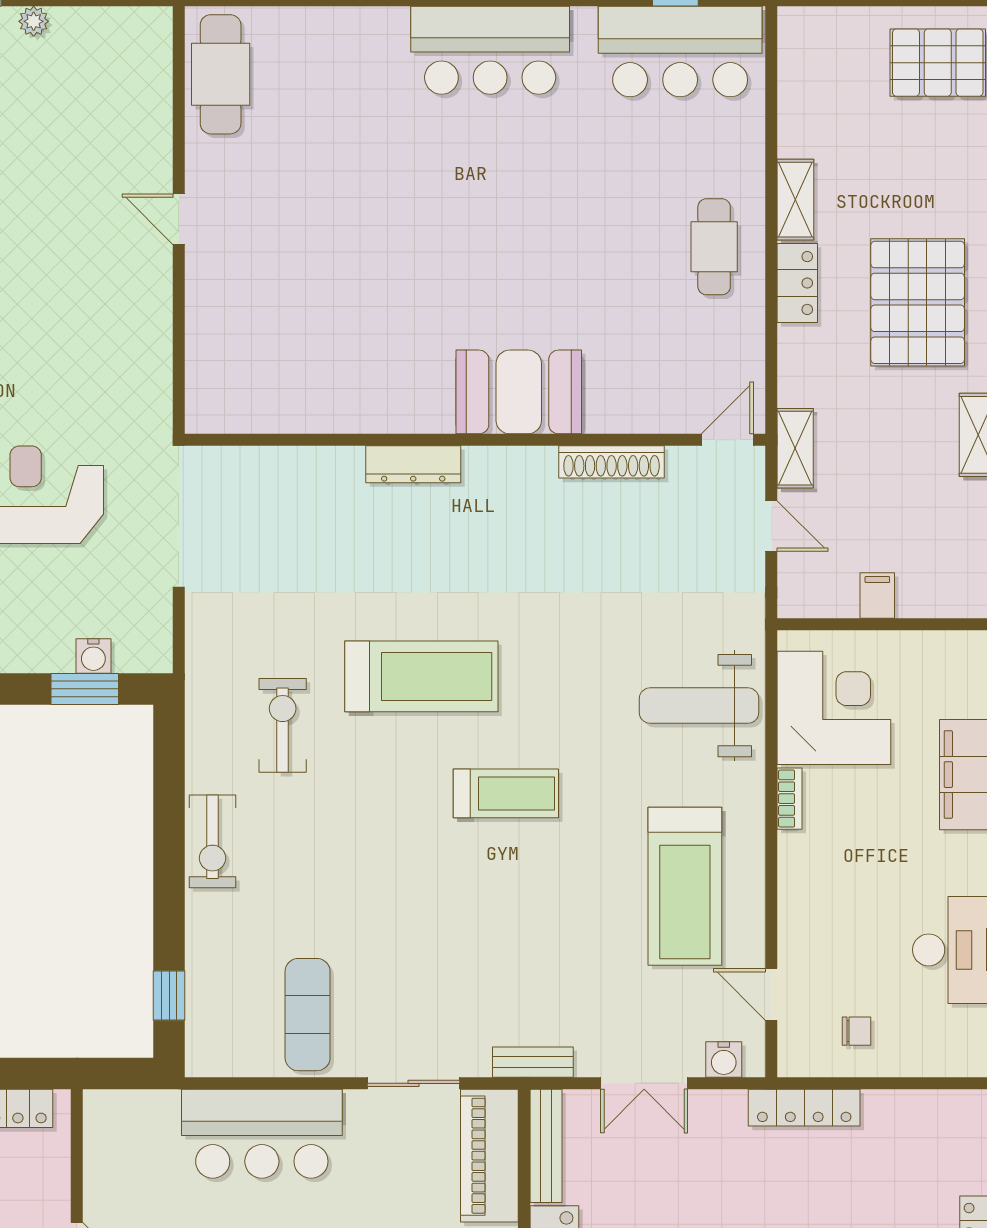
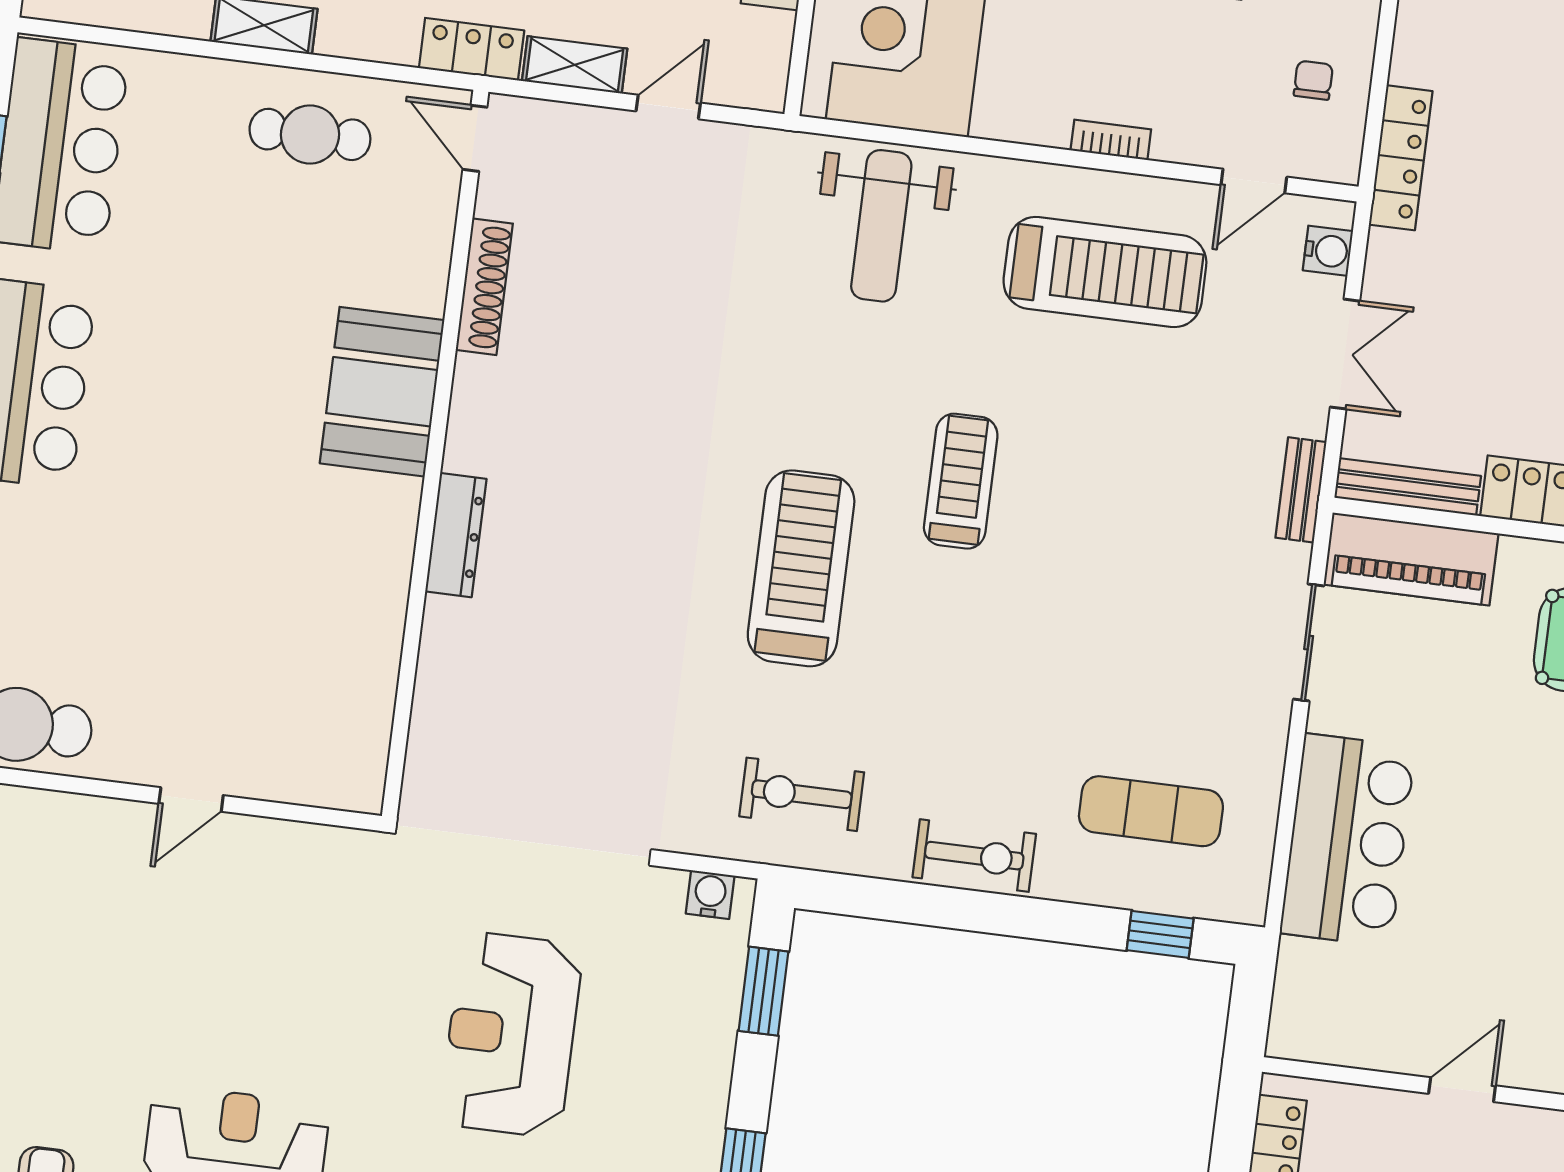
locker: (797, 283) -> (472, 49), moved
booth: (519, 392) -> (382, 392), moved
wall: (475, 440) -> (435, 454), moved
door: (727, 440) -> (475, 138), moved
shoe rack: (612, 462) -> (484, 287), moved
dresser: (413, 464) -> (456, 535), moved
water cooler: (93, 656) -> (710, 895), moved, turned -90
exercise bike: (283, 725) -> (802, 794), moved
bookcase: (790, 799) -> (1111, 140), moved
exercise mat: (308, 1015) -> (1151, 811), moved

